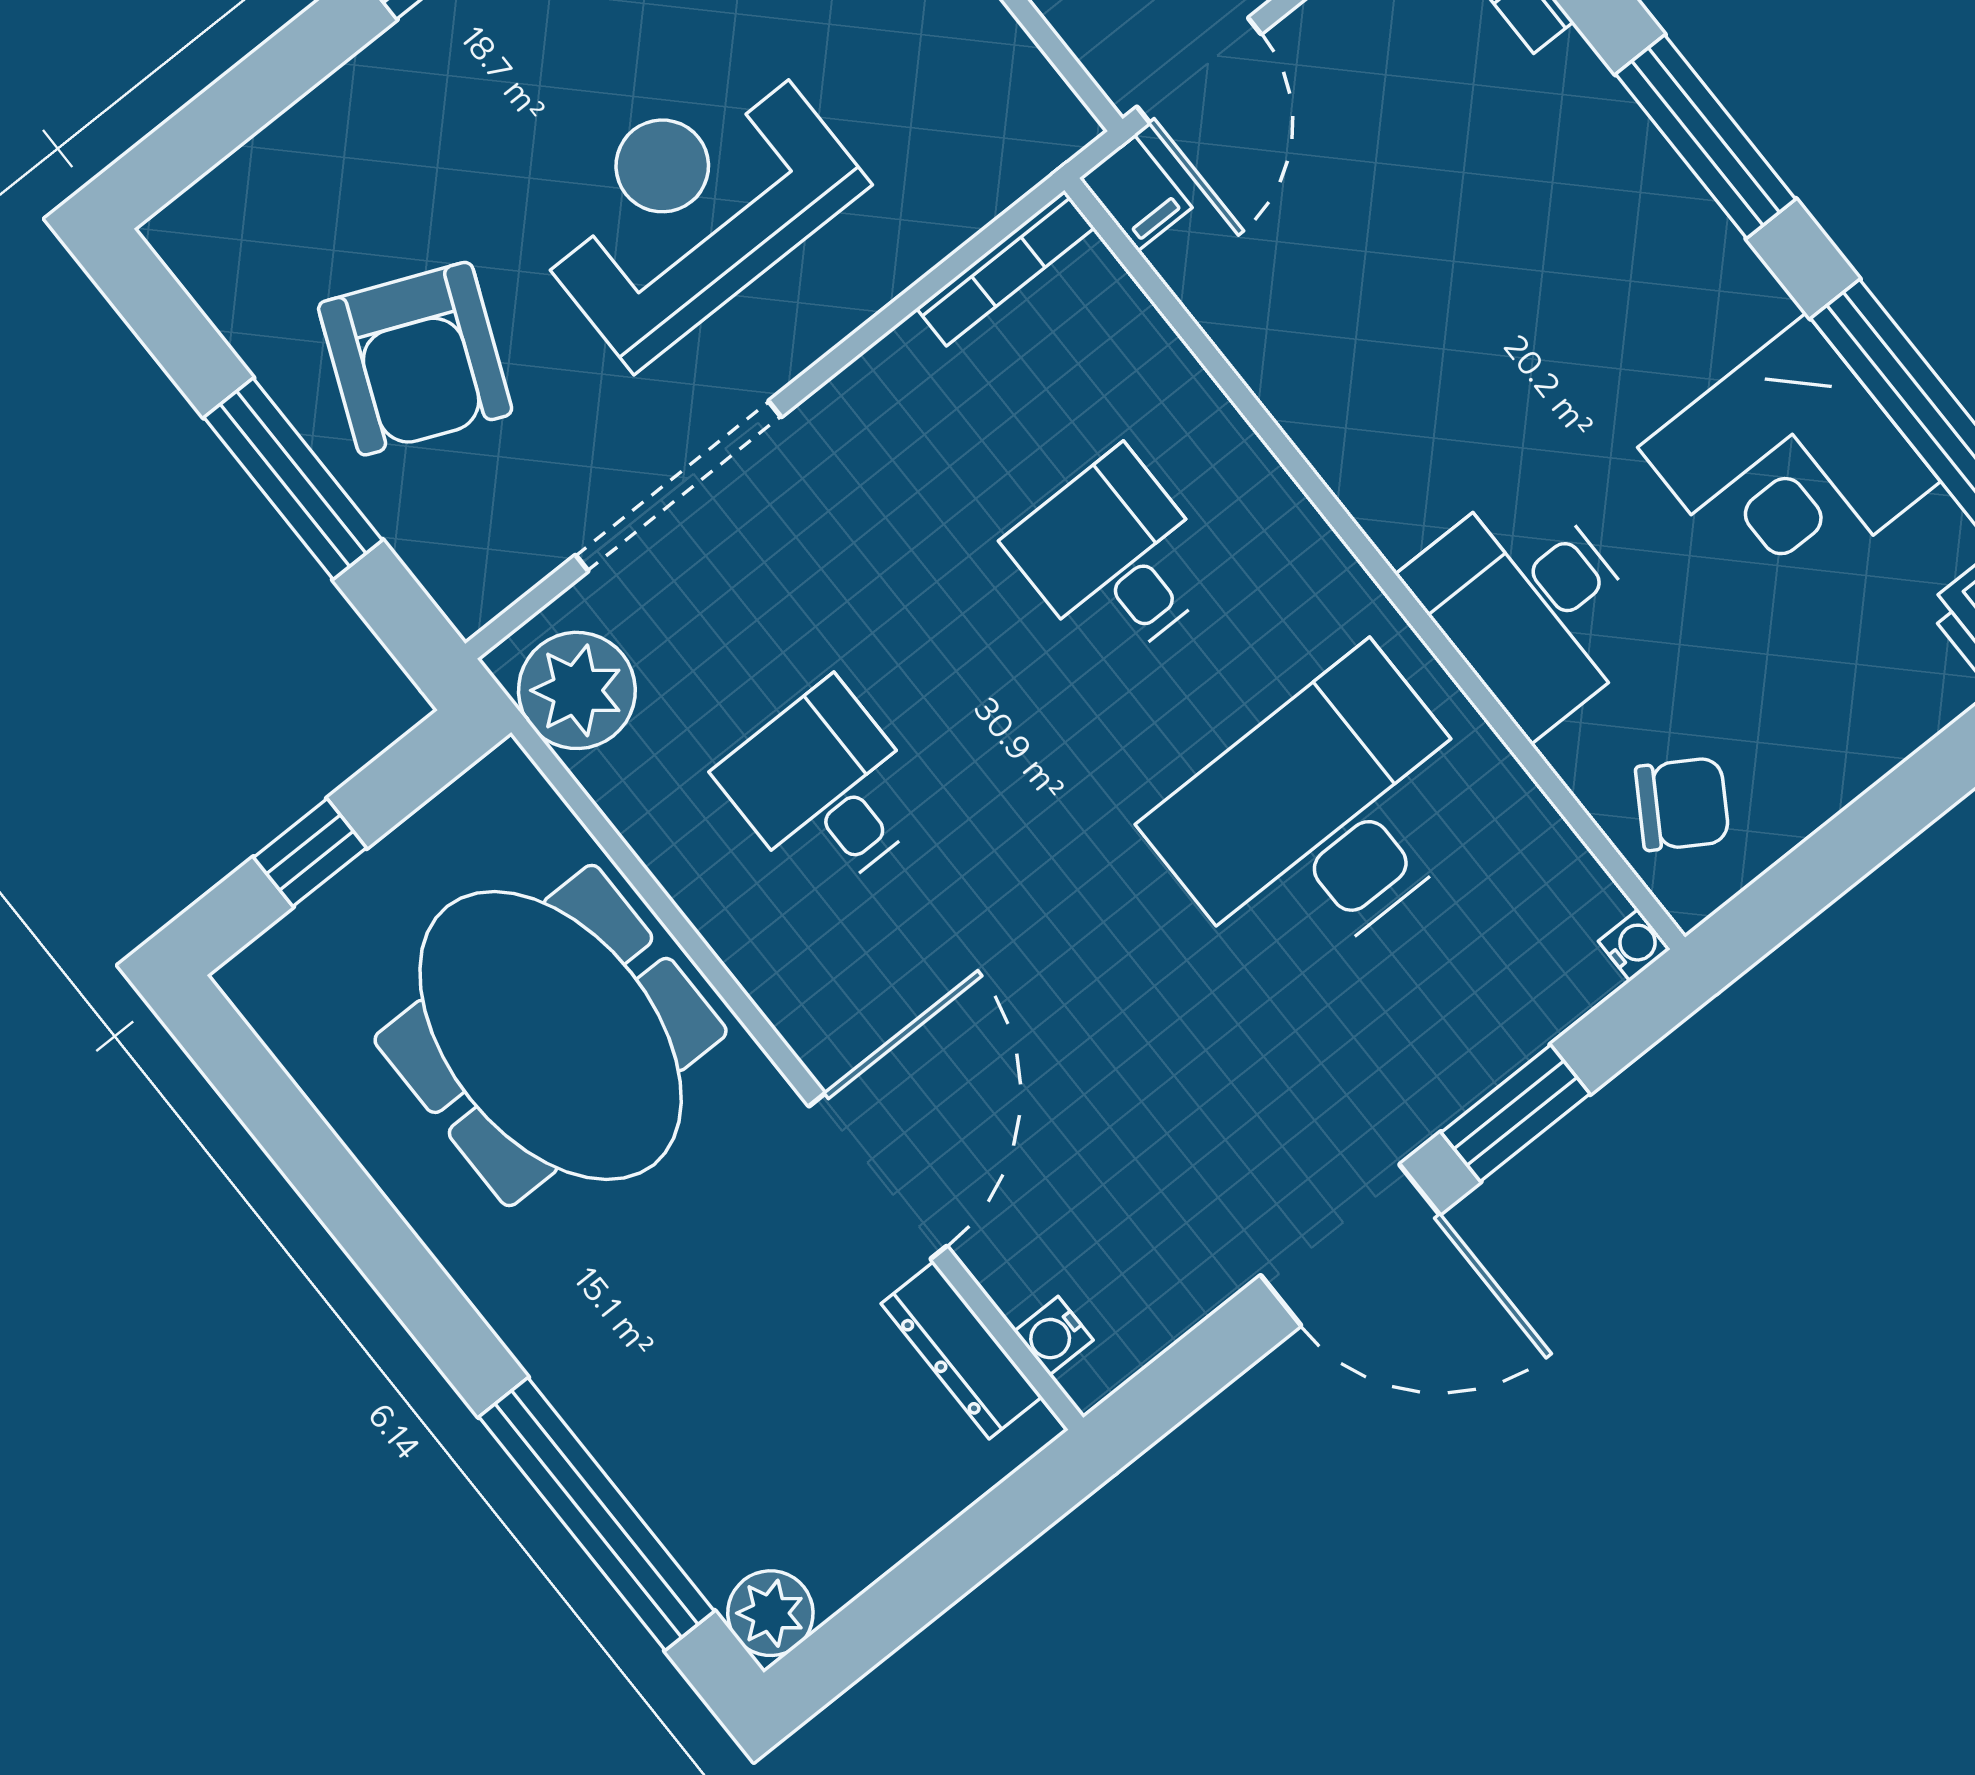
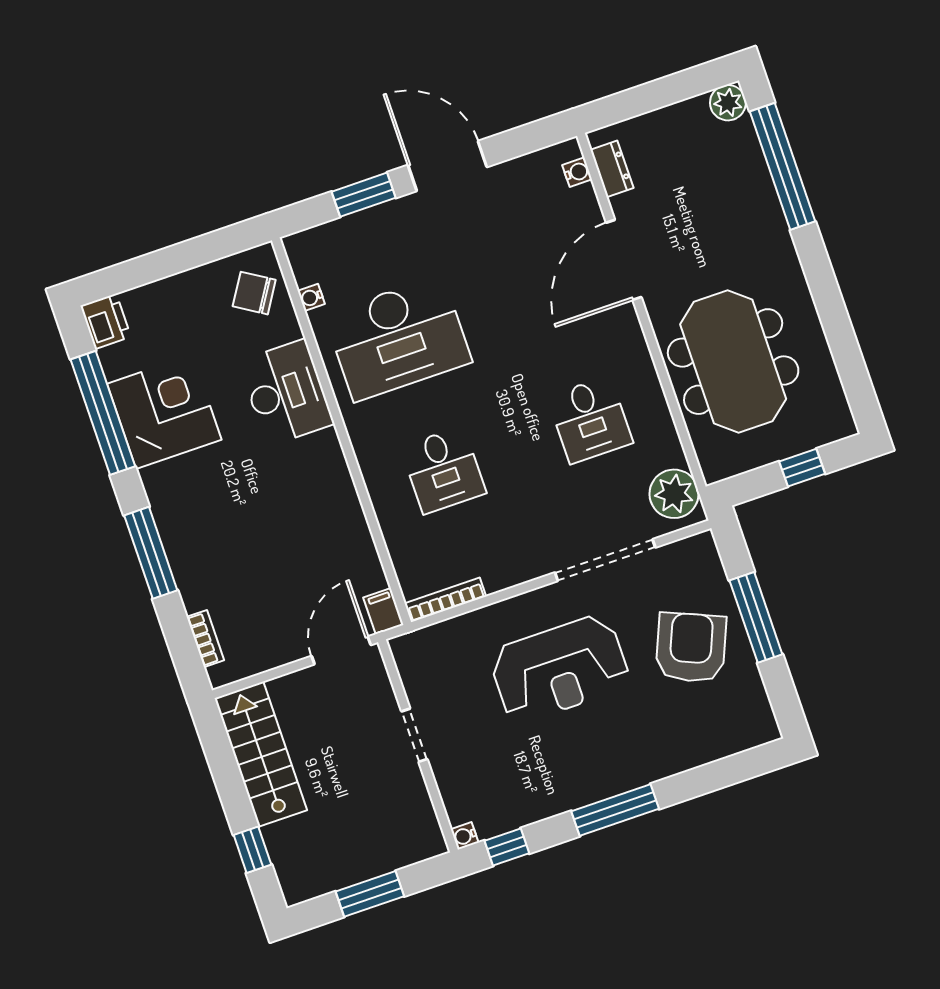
water cooler: (1634, 945) -> (311, 297), moved
dresser: (962, 1350) -> (612, 169), width x0.70

